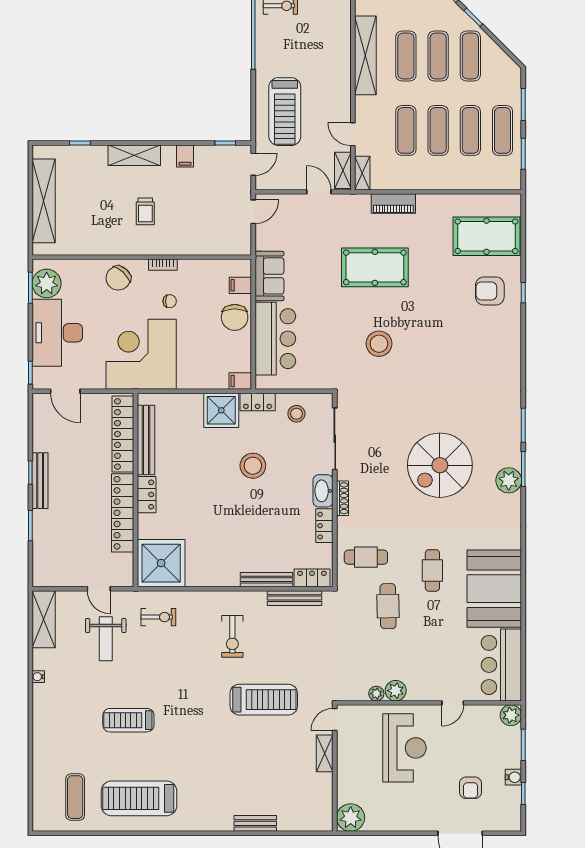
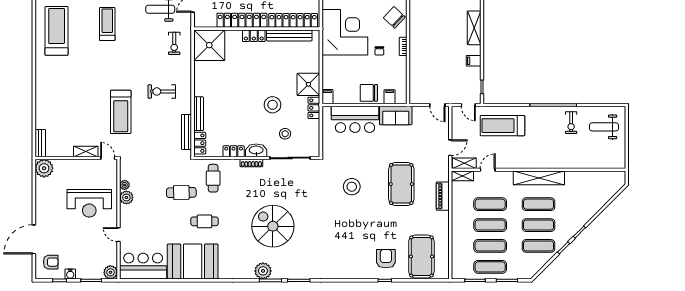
trolley: (145, 211) -> (438, 35), removed
stool: (296, 414) -> (285, 134), moved
armchair: (471, 788) -> (51, 262), moved, turned 180
bench: (255, 823) -> (40, 143), moved

